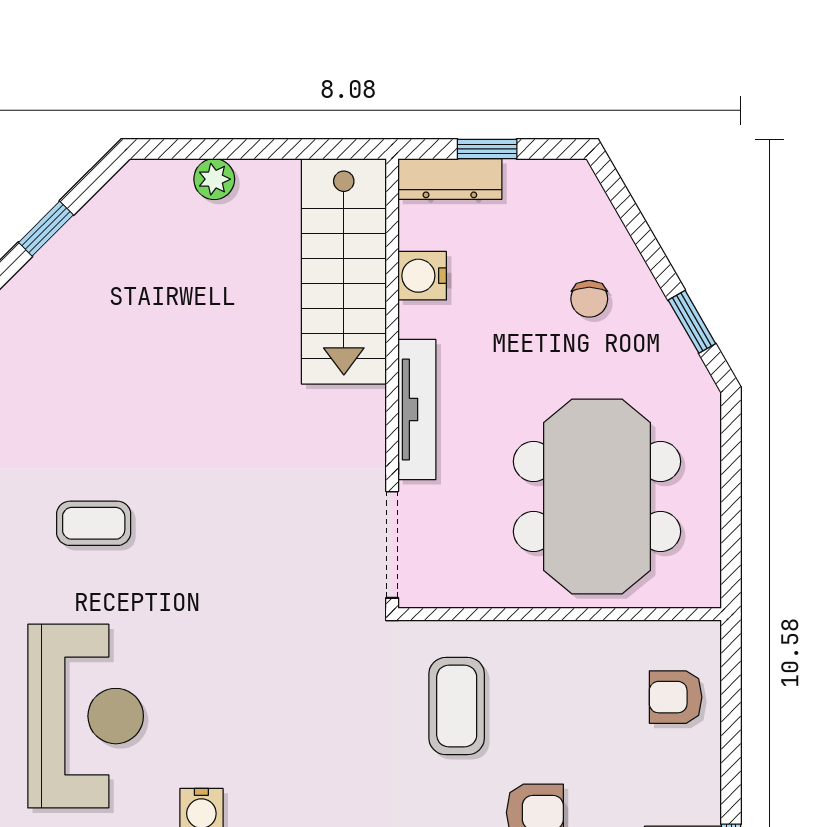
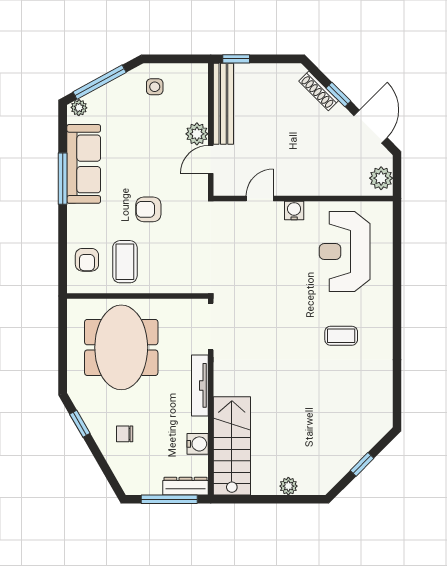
window: (487, 149) -> (169, 499), width x2.17
chair: (589, 299) -> (125, 434), turned -90
armchair: (676, 697) -> (87, 260), turned 90
coffee table: (457, 706) -> (125, 262), moved

